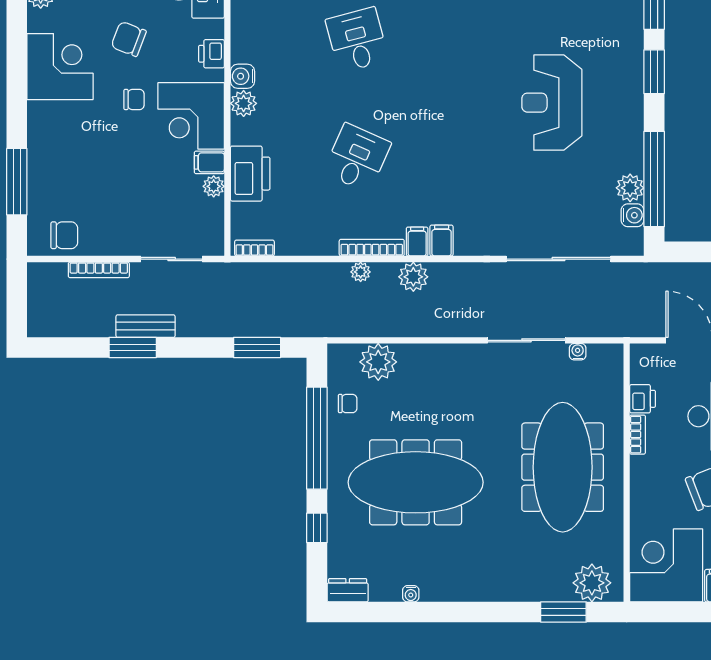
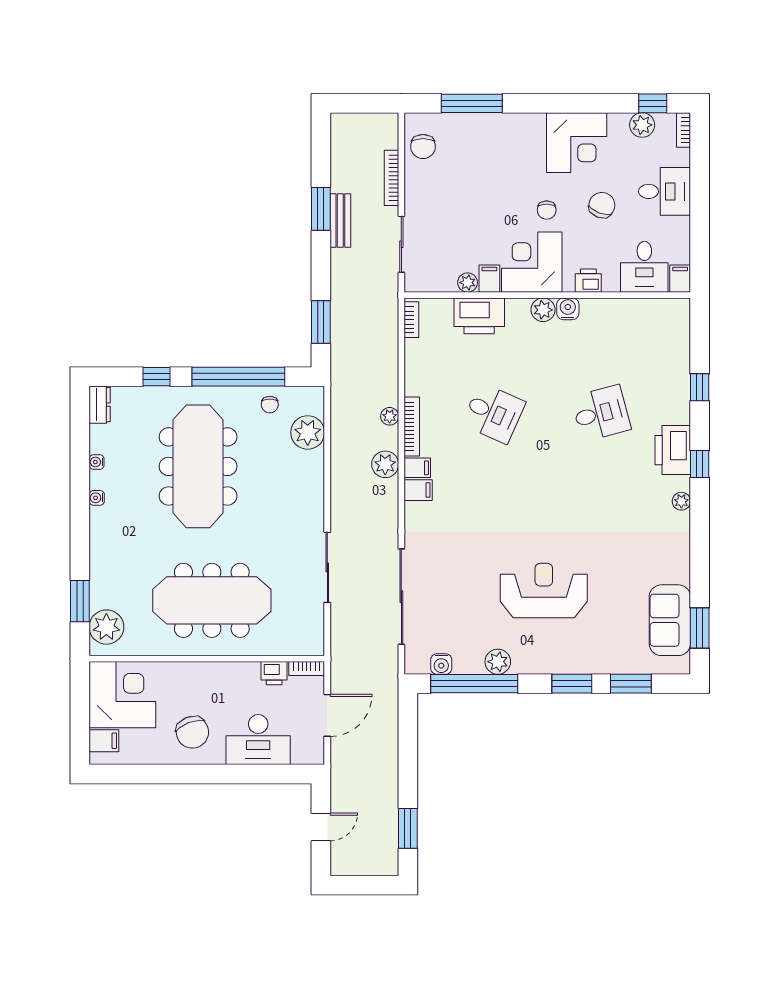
plant: (630, 188) -> (498, 662), moved
water cooler: (578, 352) -> (97, 498), moved, turned 180
bookcase: (638, 435) -> (307, 669), moved

